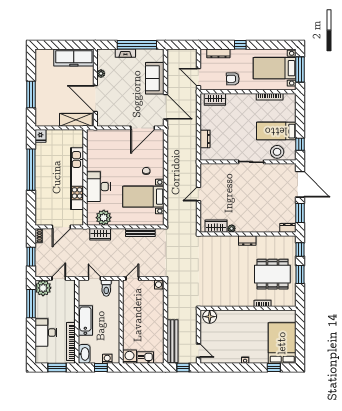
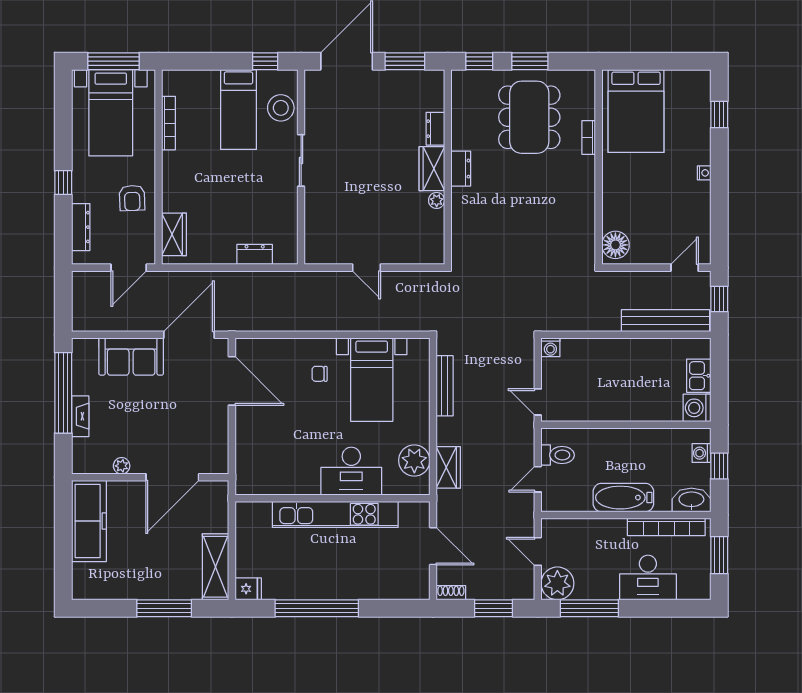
shelving: (76, 120) -> (216, 567), moved
wardrobe: (216, 226) -> (432, 169), moved
dresser: (288, 228) -> (435, 129), moved
bed: (282, 343) -> (636, 111), moved, turned -90

